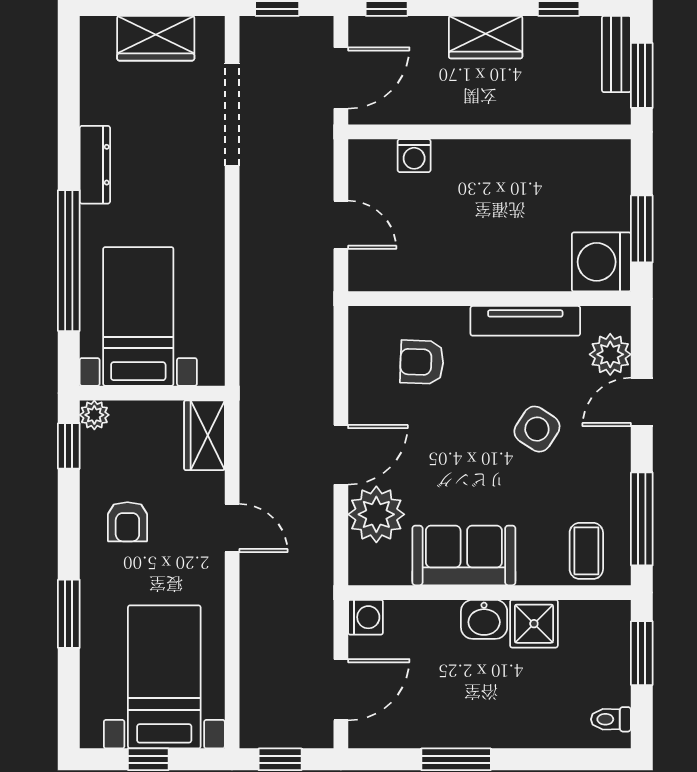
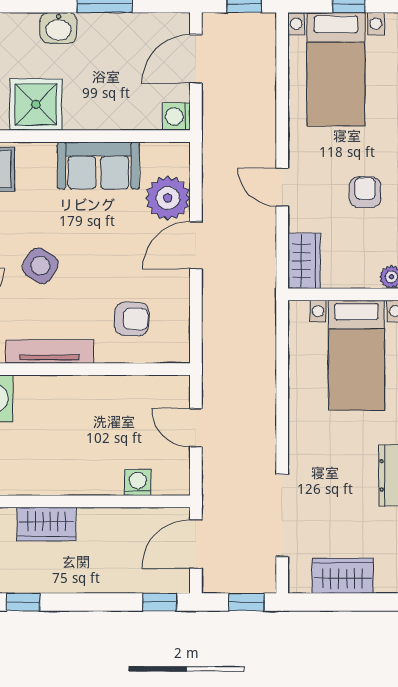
wardrobe: (486, 37) -> (46, 524), moved, turned 180
washbasin: (484, 619) -> (59, 28), moved, turned 180
shower: (534, 624) -> (36, 104), width x1.36, depth x1.36

